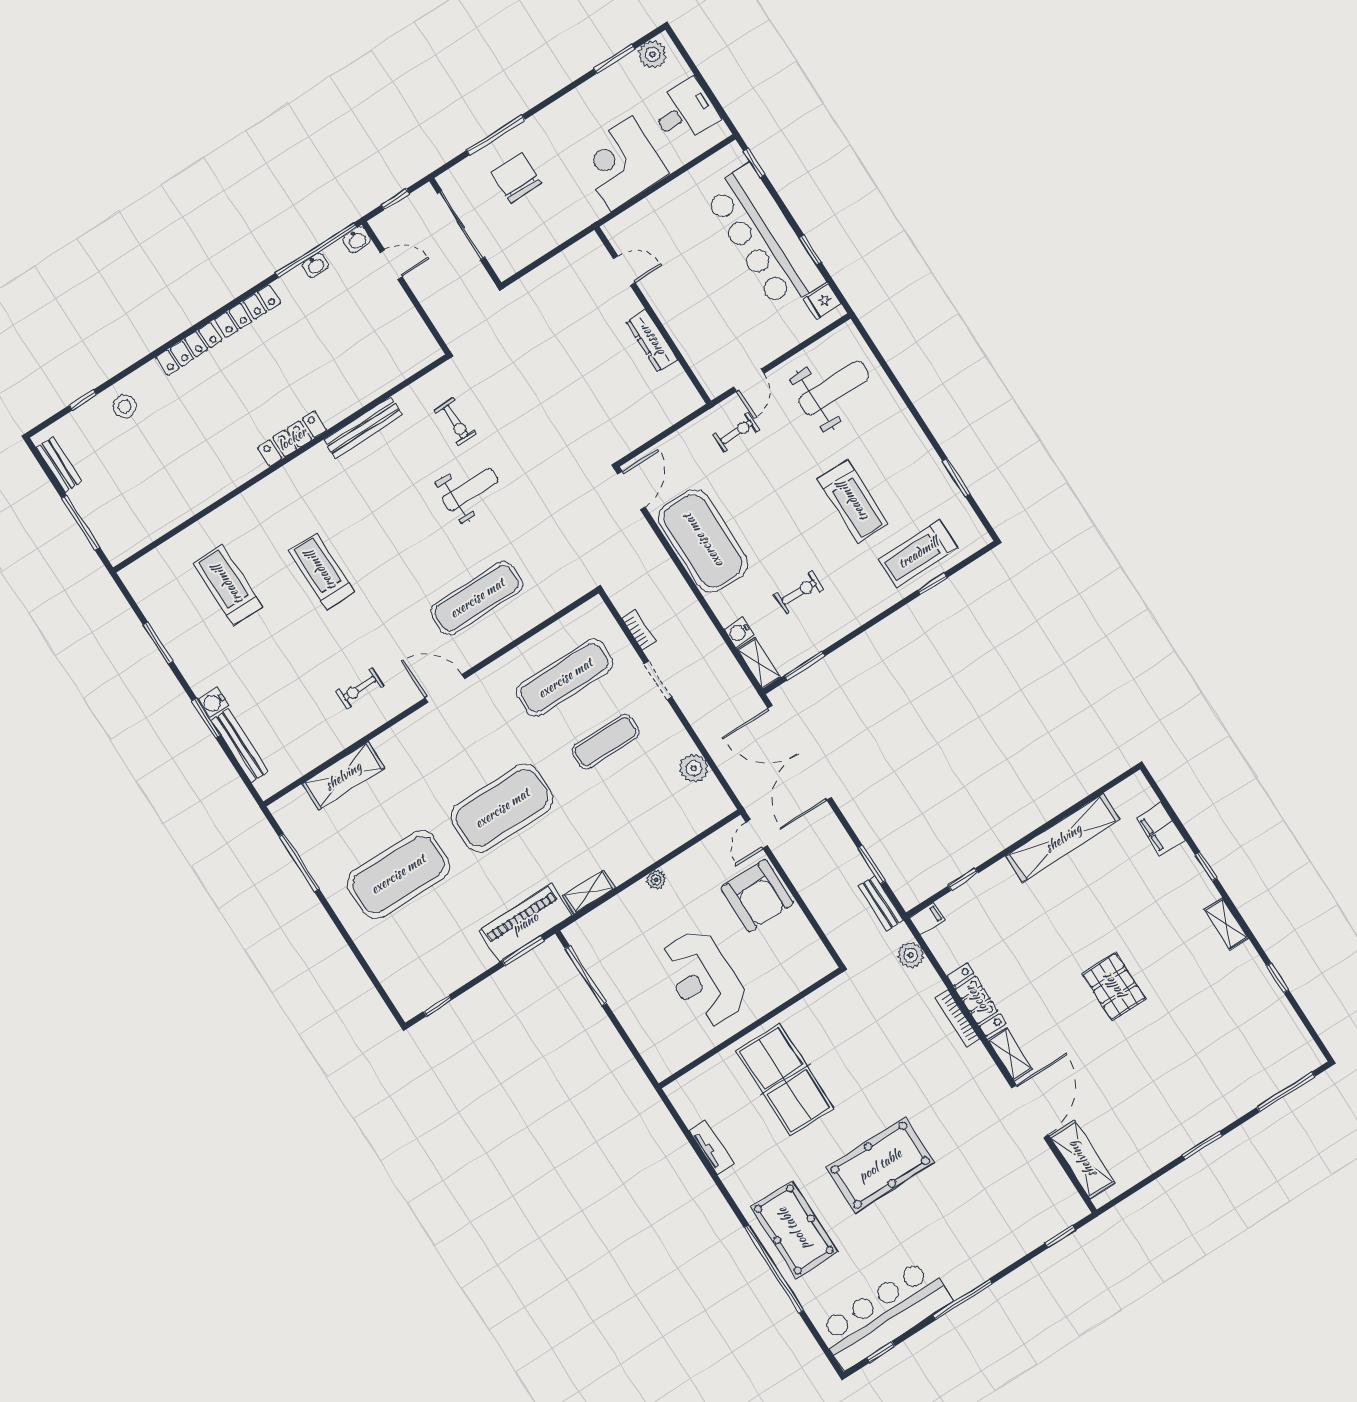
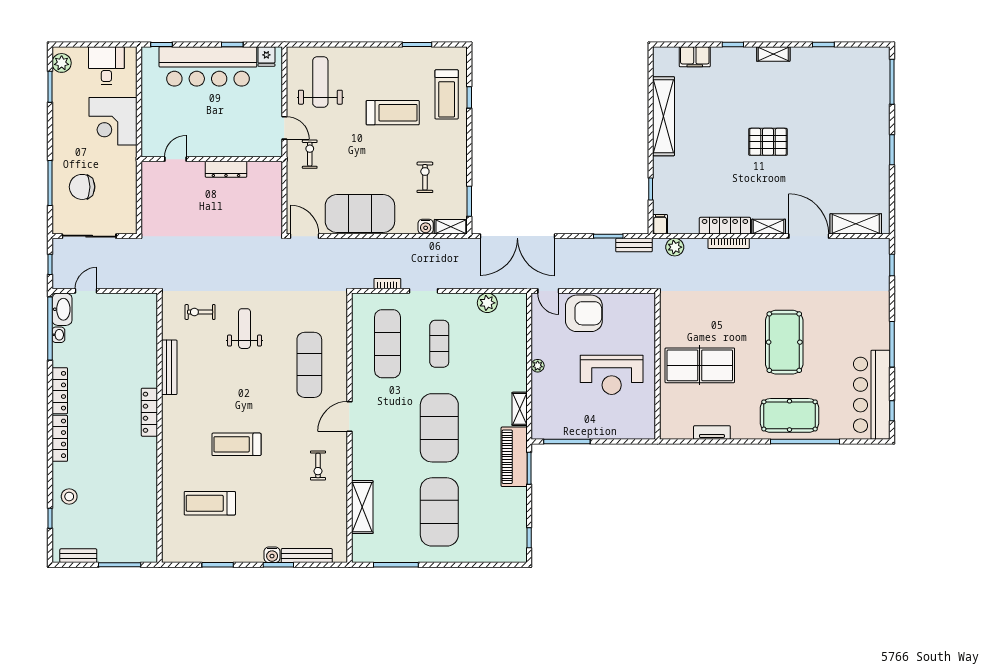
washbasin: (357, 240) -> (62, 309), width x1.91, depth x1.45
exercise bike: (455, 422) -> (200, 312), turned 180

